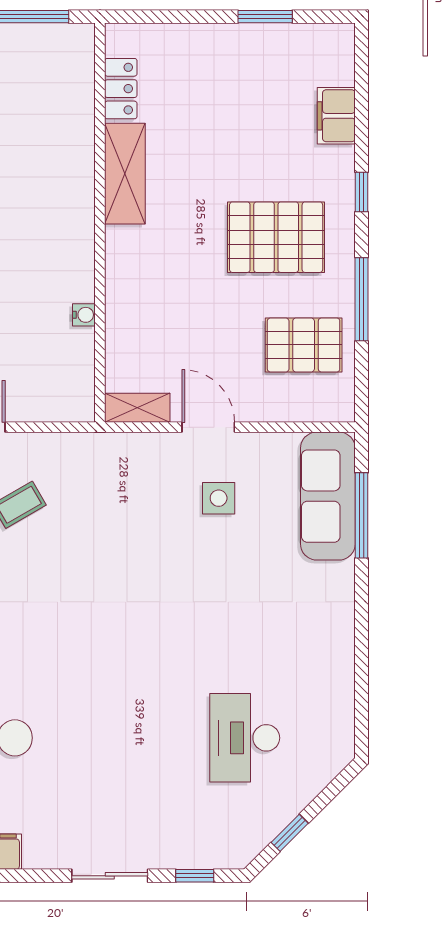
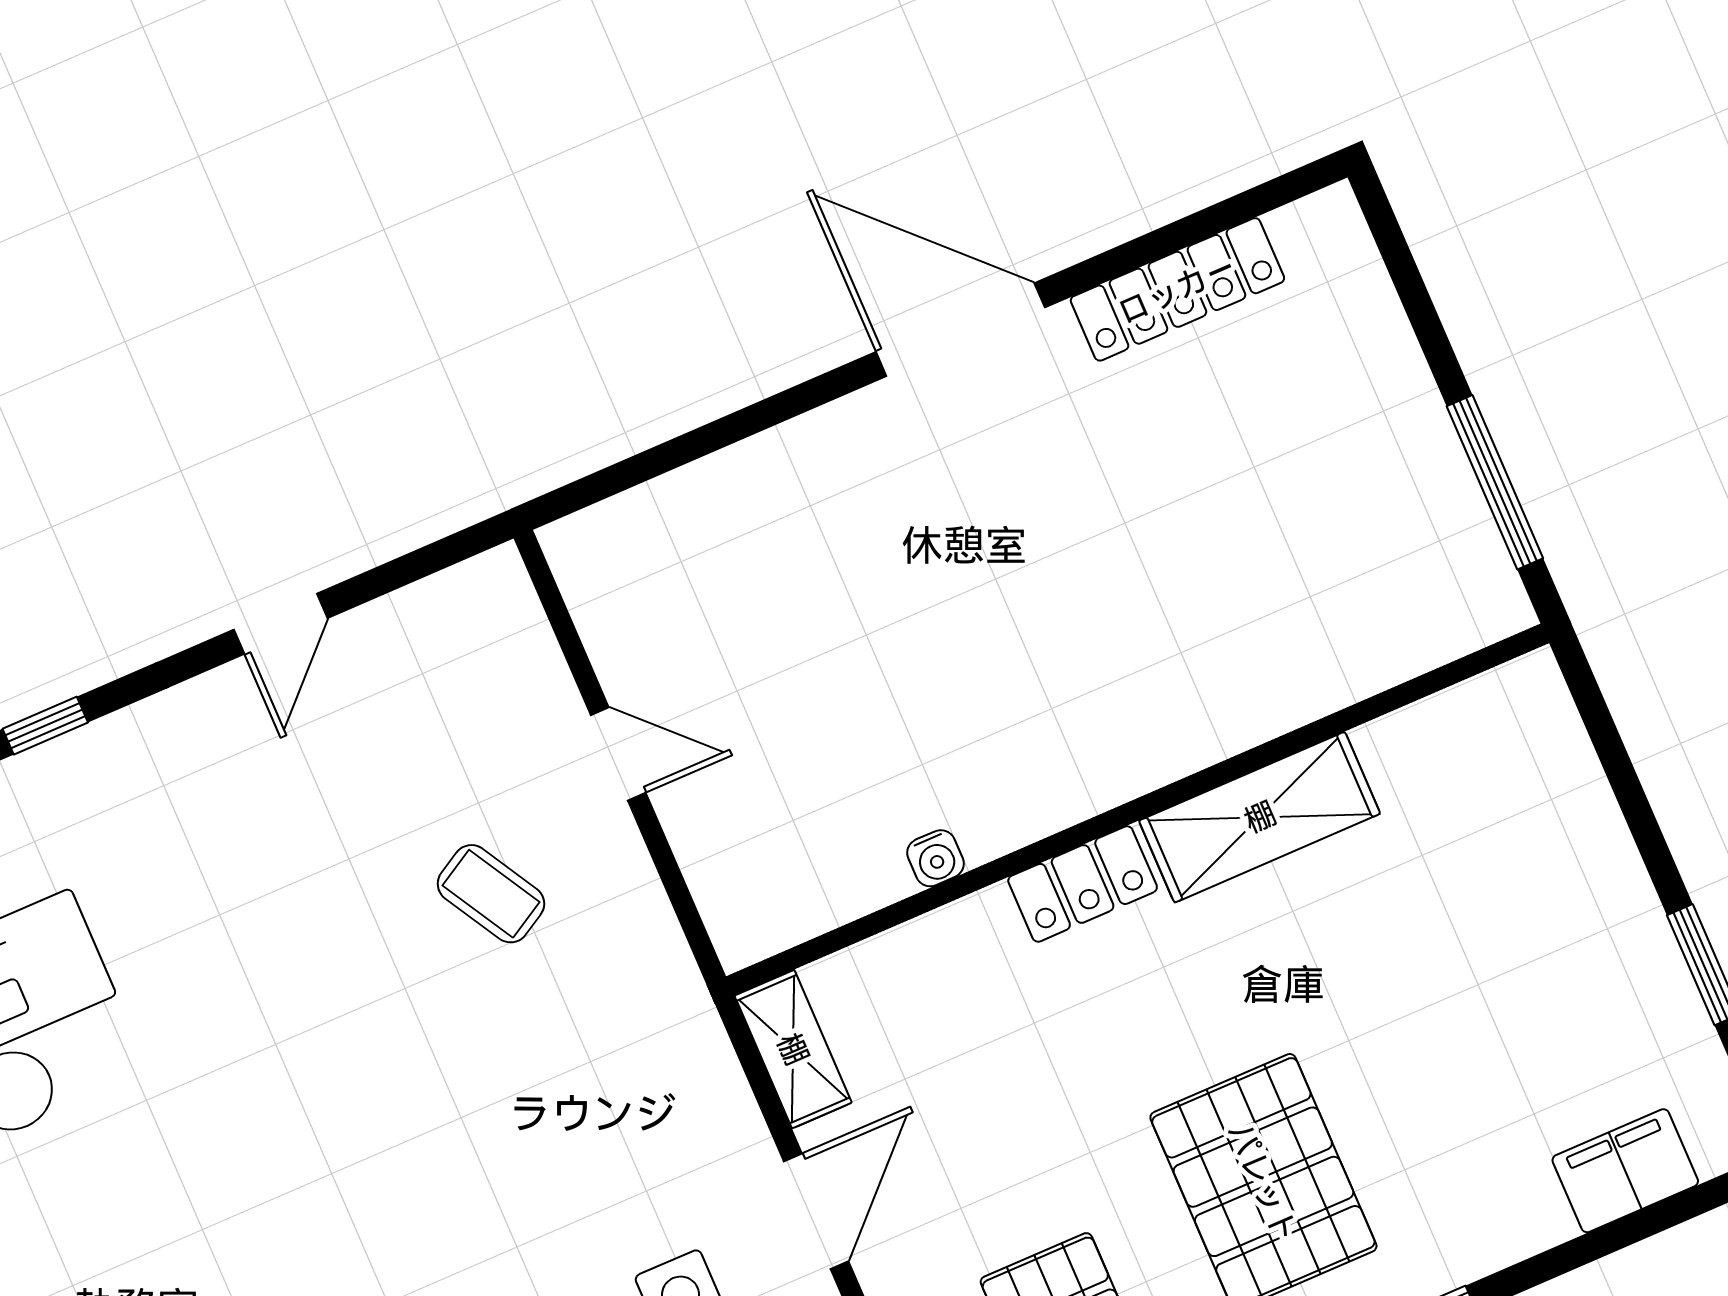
locker: (121, 89) -> (1083, 884), moved
filing cabinet: (336, 116) -> (1625, 1171), moved

